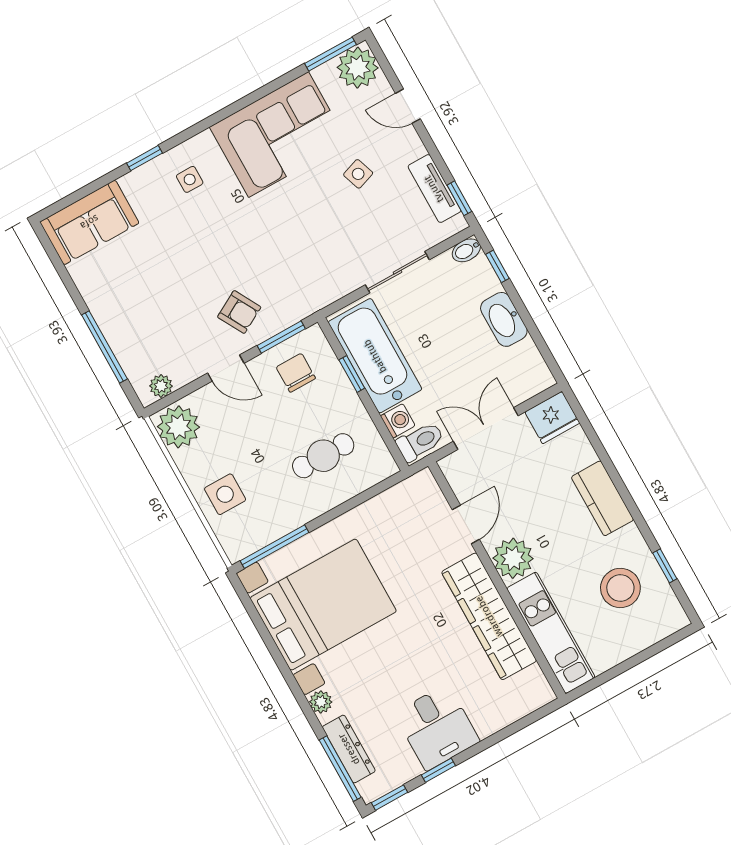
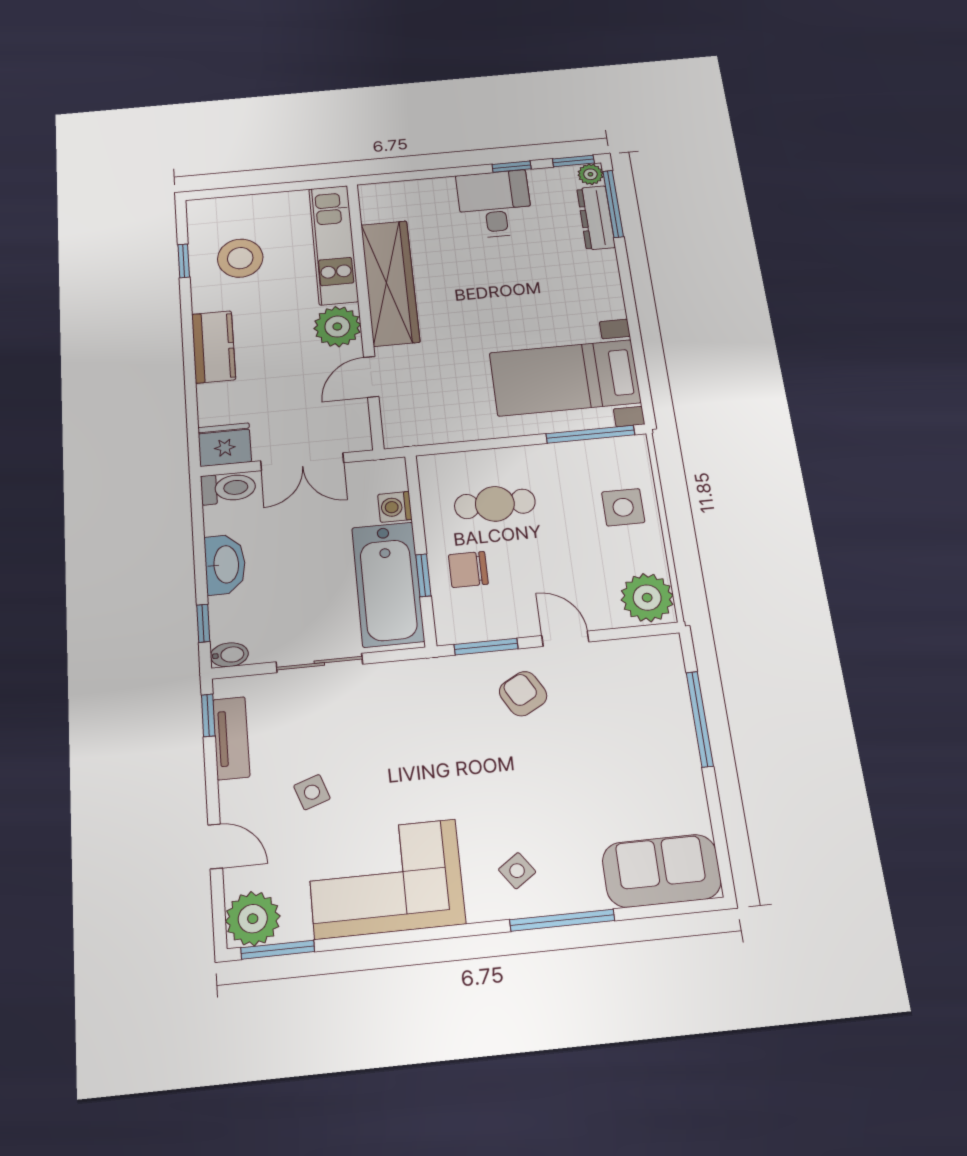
window: (144, 158) -> (562, 920), width x2.17
side table: (190, 179) -> (517, 871), turned -35
chair: (296, 373) -> (468, 569), moved, turned 90
plant: (161, 386) -> (650, 649), removed
toilet: (420, 441) -> (228, 488), moved, turned 180
bed with nightstands: (323, 605) -> (565, 378), width x0.73
plant: (321, 702) -> (590, 174), moved

